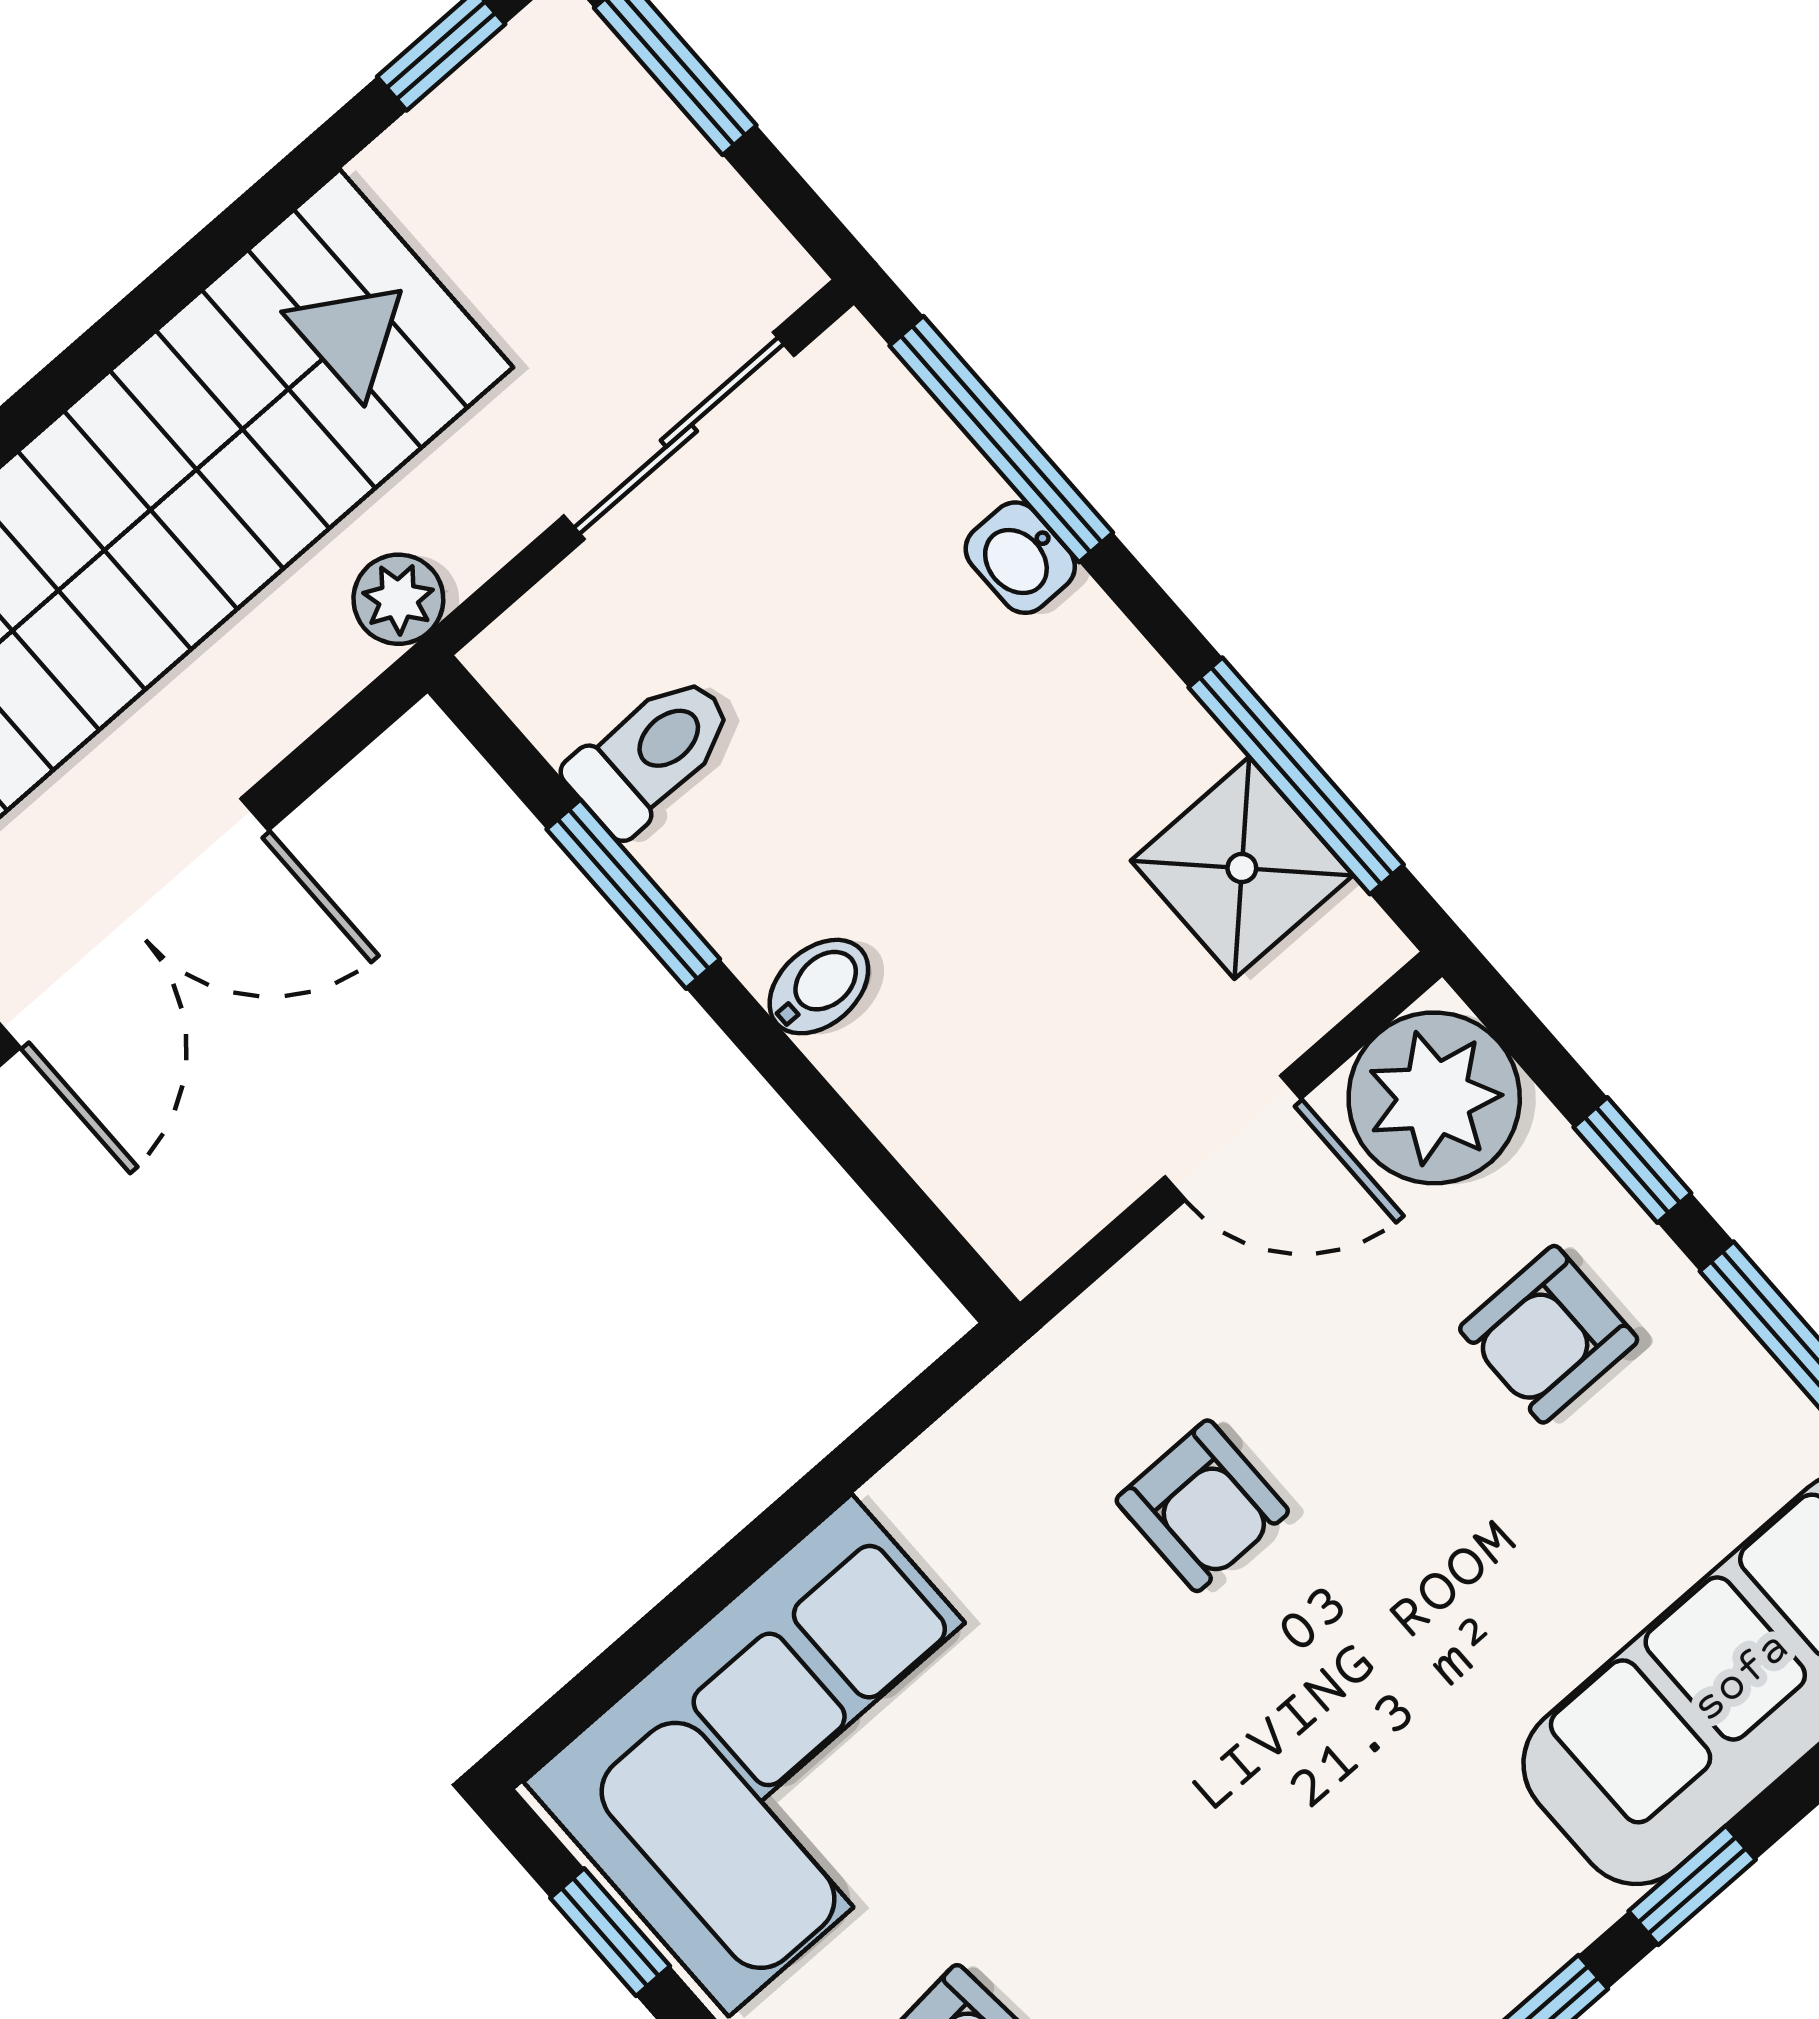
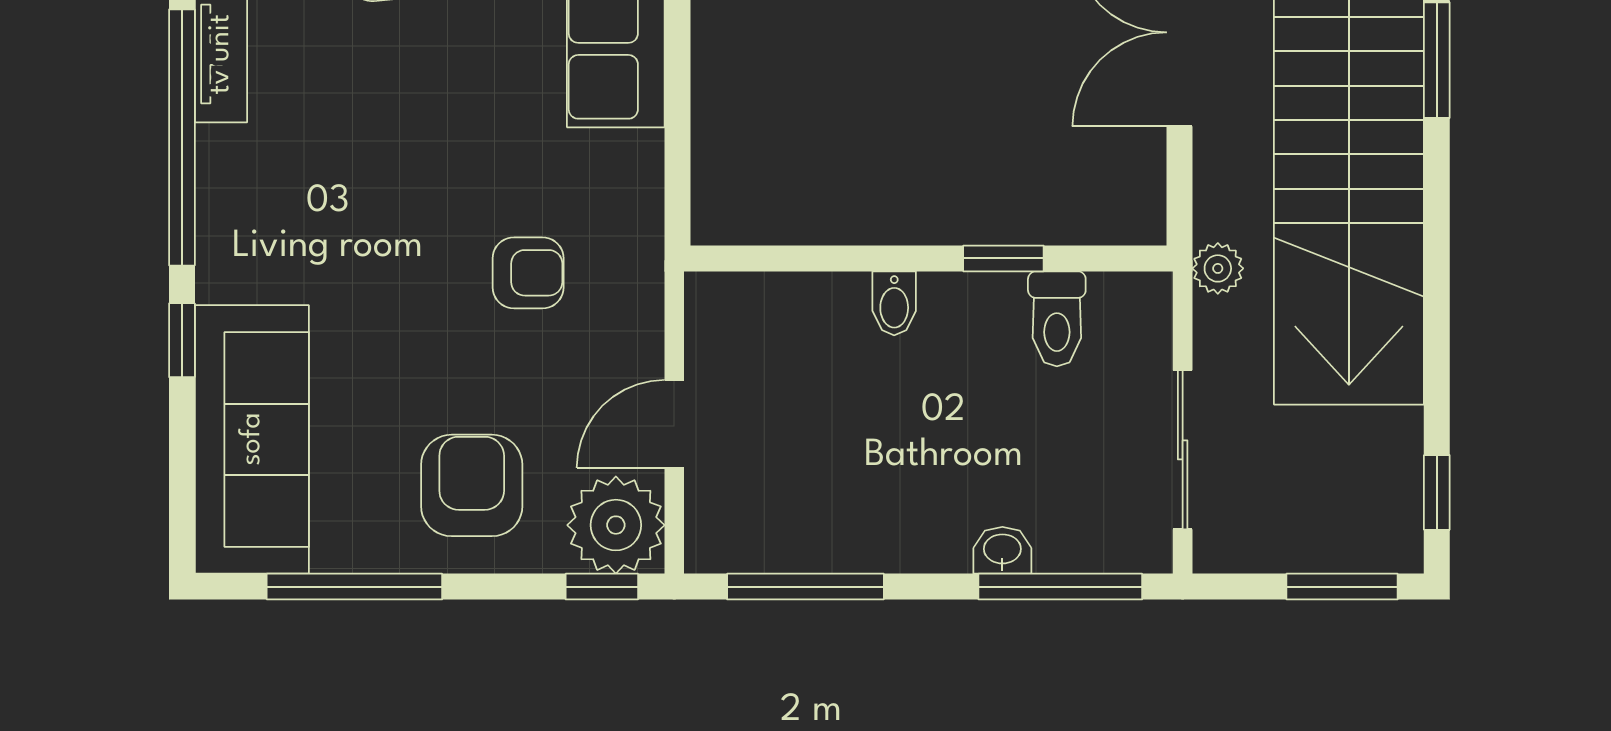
shower: (1242, 868) -> (786, 529), removed
window: (633, 894) -> (1003, 258), width x0.67
window: (1632, 1160) -> (602, 587), moved
armchair: (1549, 1334) -> (472, 485), width x1.38, depth x1.38
armchair: (1202, 1506) -> (528, 273), turned 180

